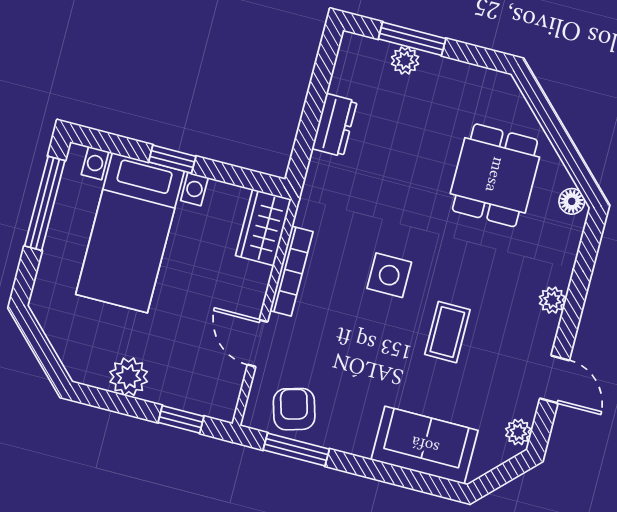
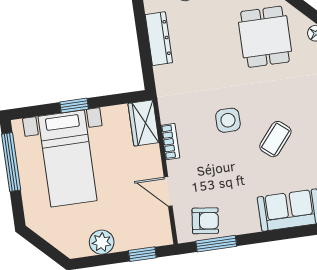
dresser: (335, 125) -> (159, 39), width x1.44
bookcase: (291, 271) -> (170, 142), width x0.64
coffee table: (447, 332) -> (275, 139), turned 40
armchair: (294, 409) -> (205, 221), turned 113

